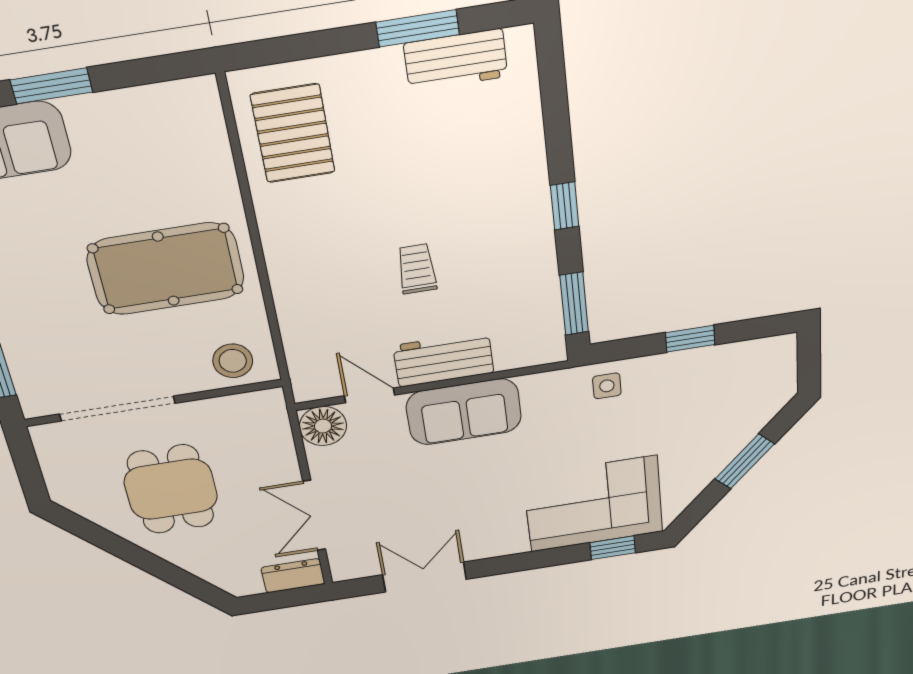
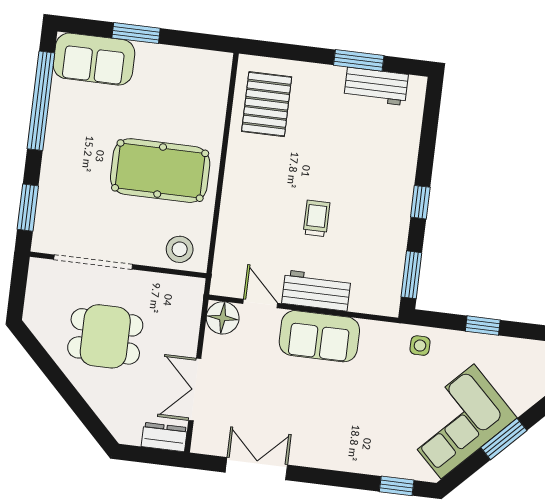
dining table: (171, 489) -> (105, 336), turned 90
corner sofa: (593, 504) -> (457, 421), moved, turned -46

